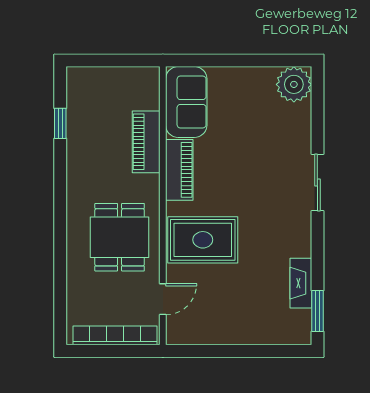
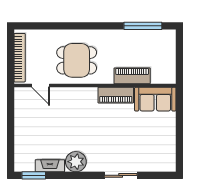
plant: (294, 84) -> (76, 162), moved
window: (60, 123) -> (143, 26), width x2.17
sliding door: (317, 182) -> (121, 175), moved
rug: (203, 240) -> (75, 109), removed

